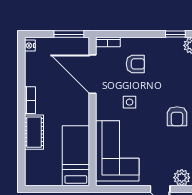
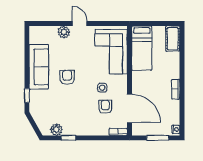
window: (69, 34) -> (158, 138), moved
armchair: (135, 64) -> (105, 107), moved, turned 90
cot: (34, 132) -> (173, 39), moved

